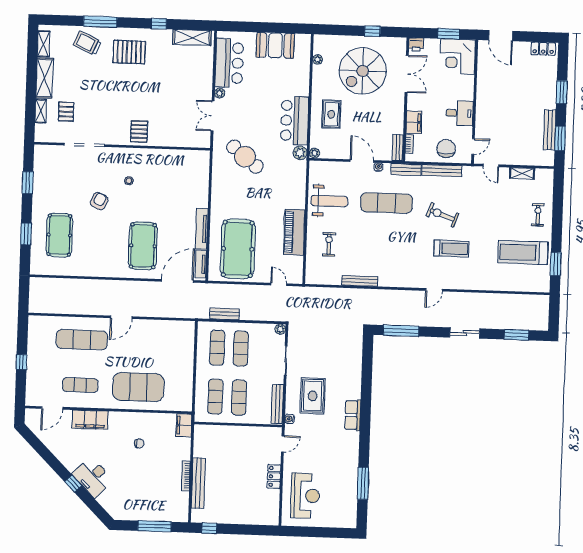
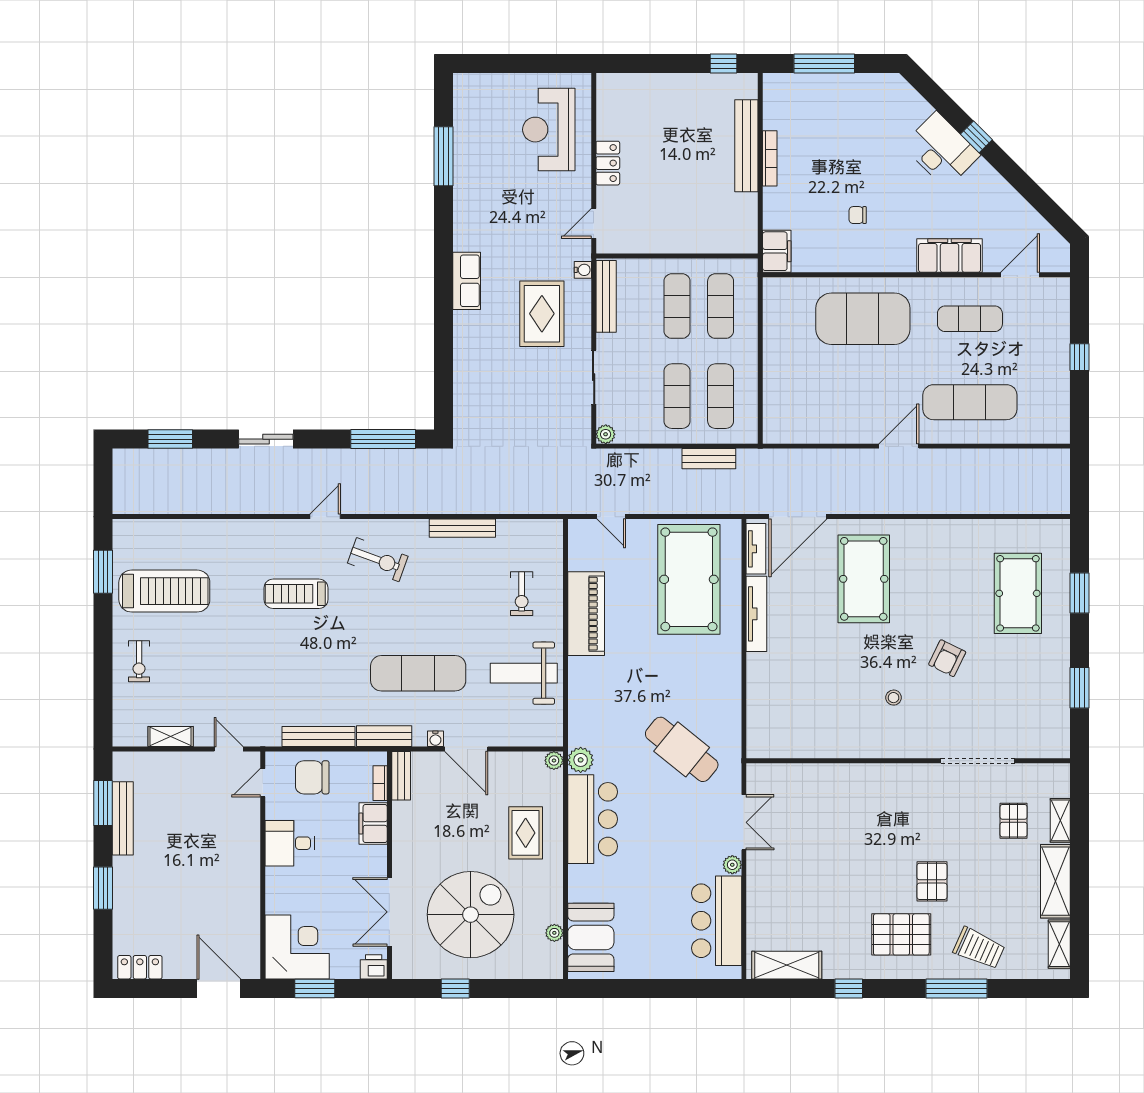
booth: (275, 45) -> (591, 937), moved, turned 90
pallet: (139, 131) -> (932, 881), moved
chair: (446, 148) -> (312, 777), turned 90
exercise bike: (442, 215) -> (378, 560), moved

